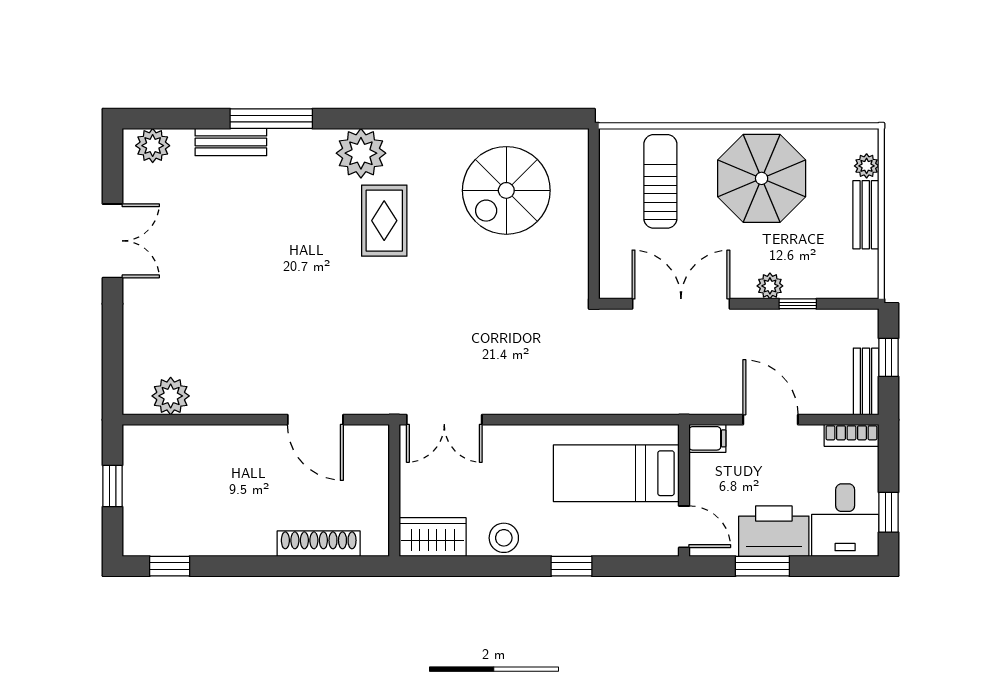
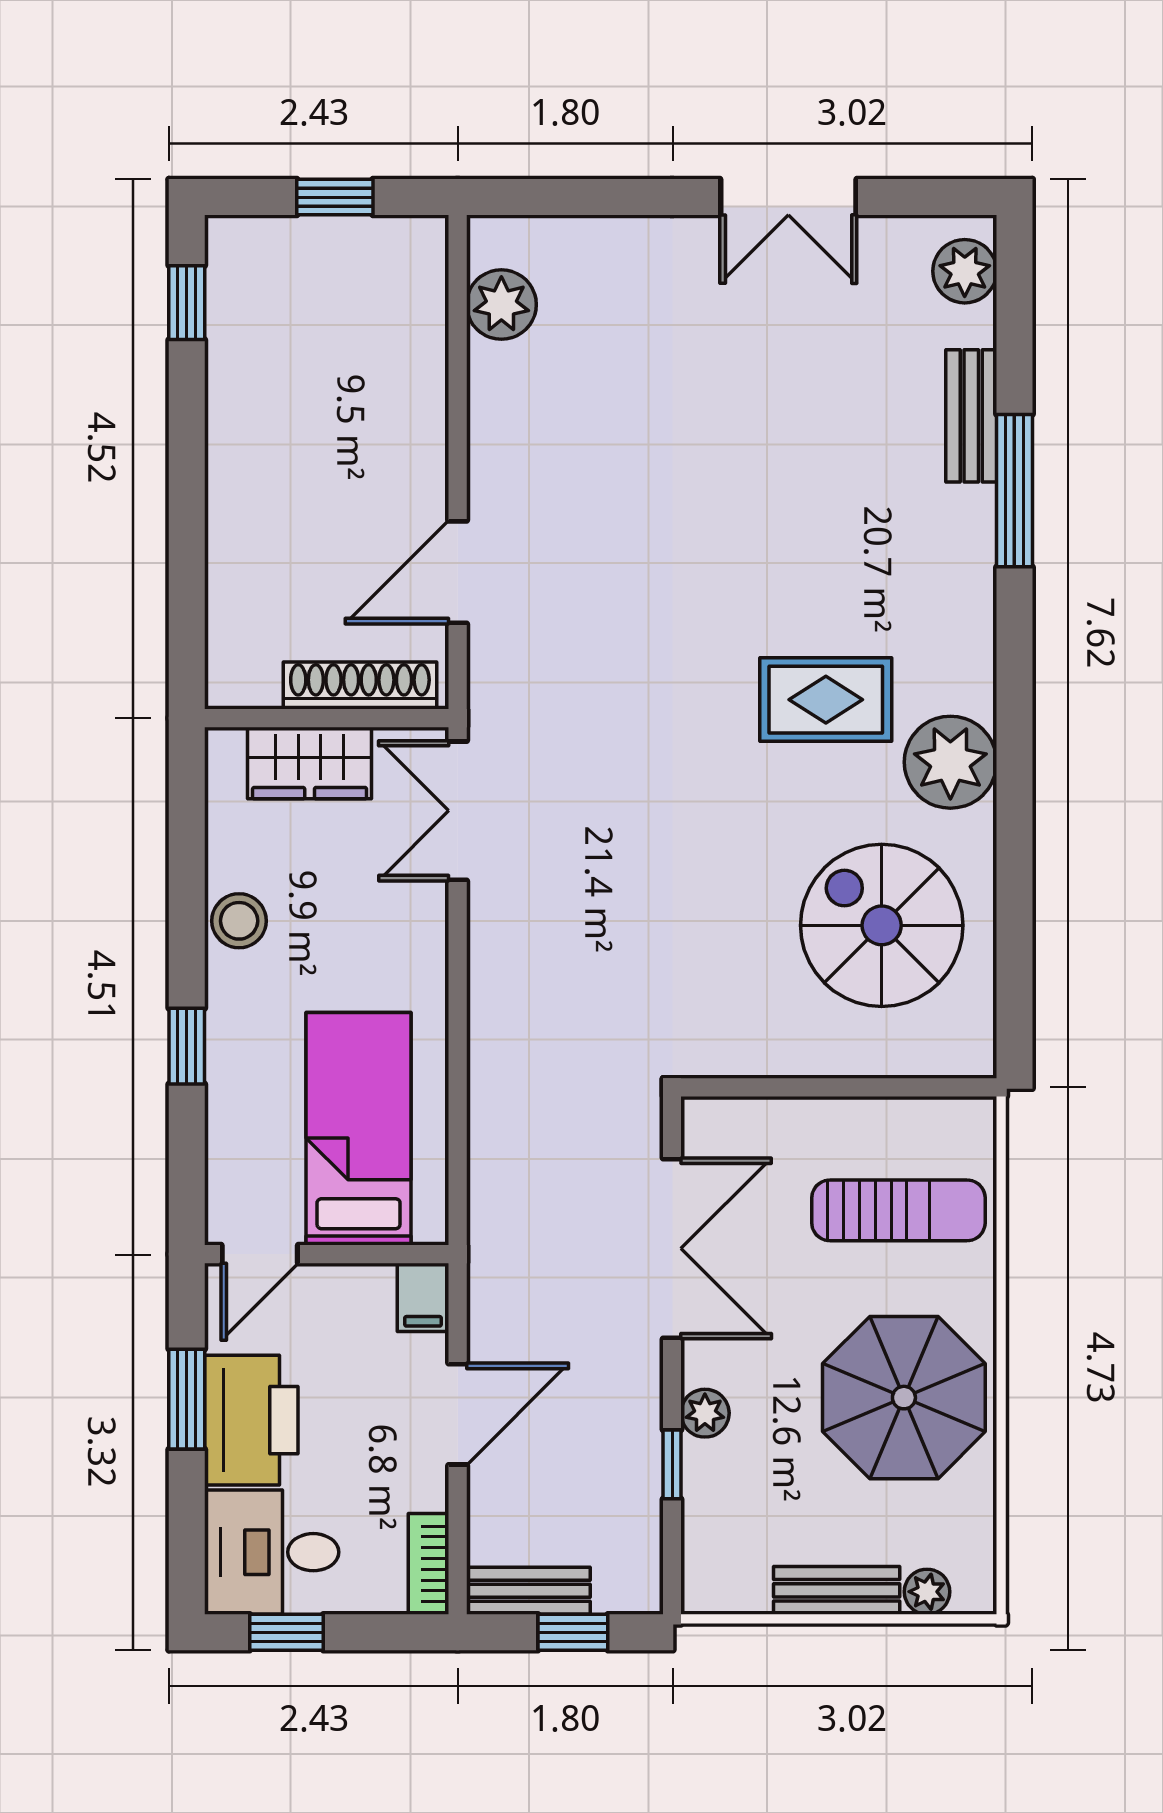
plant: (361, 153) -> (950, 762), moved
wardrobe: (433, 537) -> (310, 763), moved, turned 90
shoe rack: (319, 544) -> (360, 686), moved, turned -90

